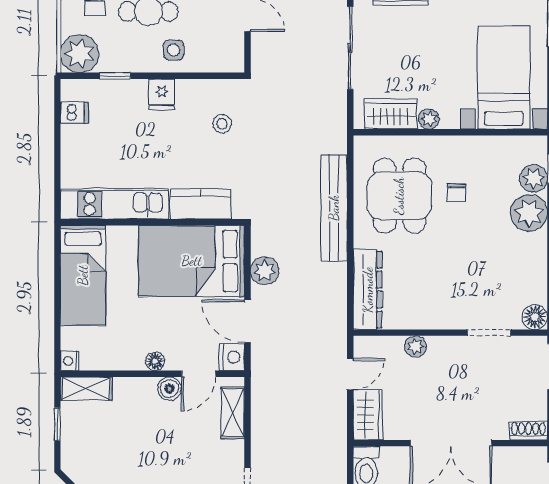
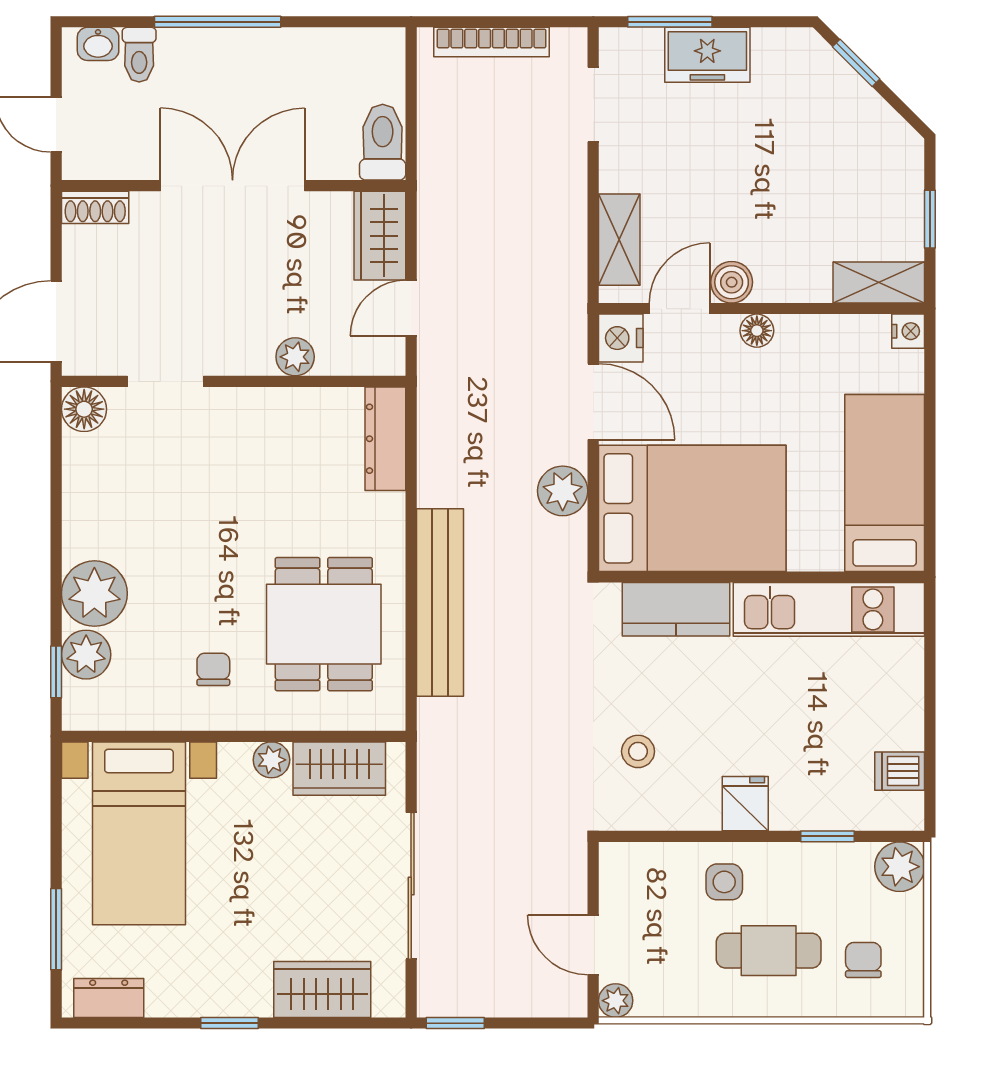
plant: (80, 54) -> (900, 867), width x0.73, depth x0.73
chair: (456, 193) -> (213, 669), moved
dresser: (368, 290) -> (385, 439), width x0.73, depth x0.80

